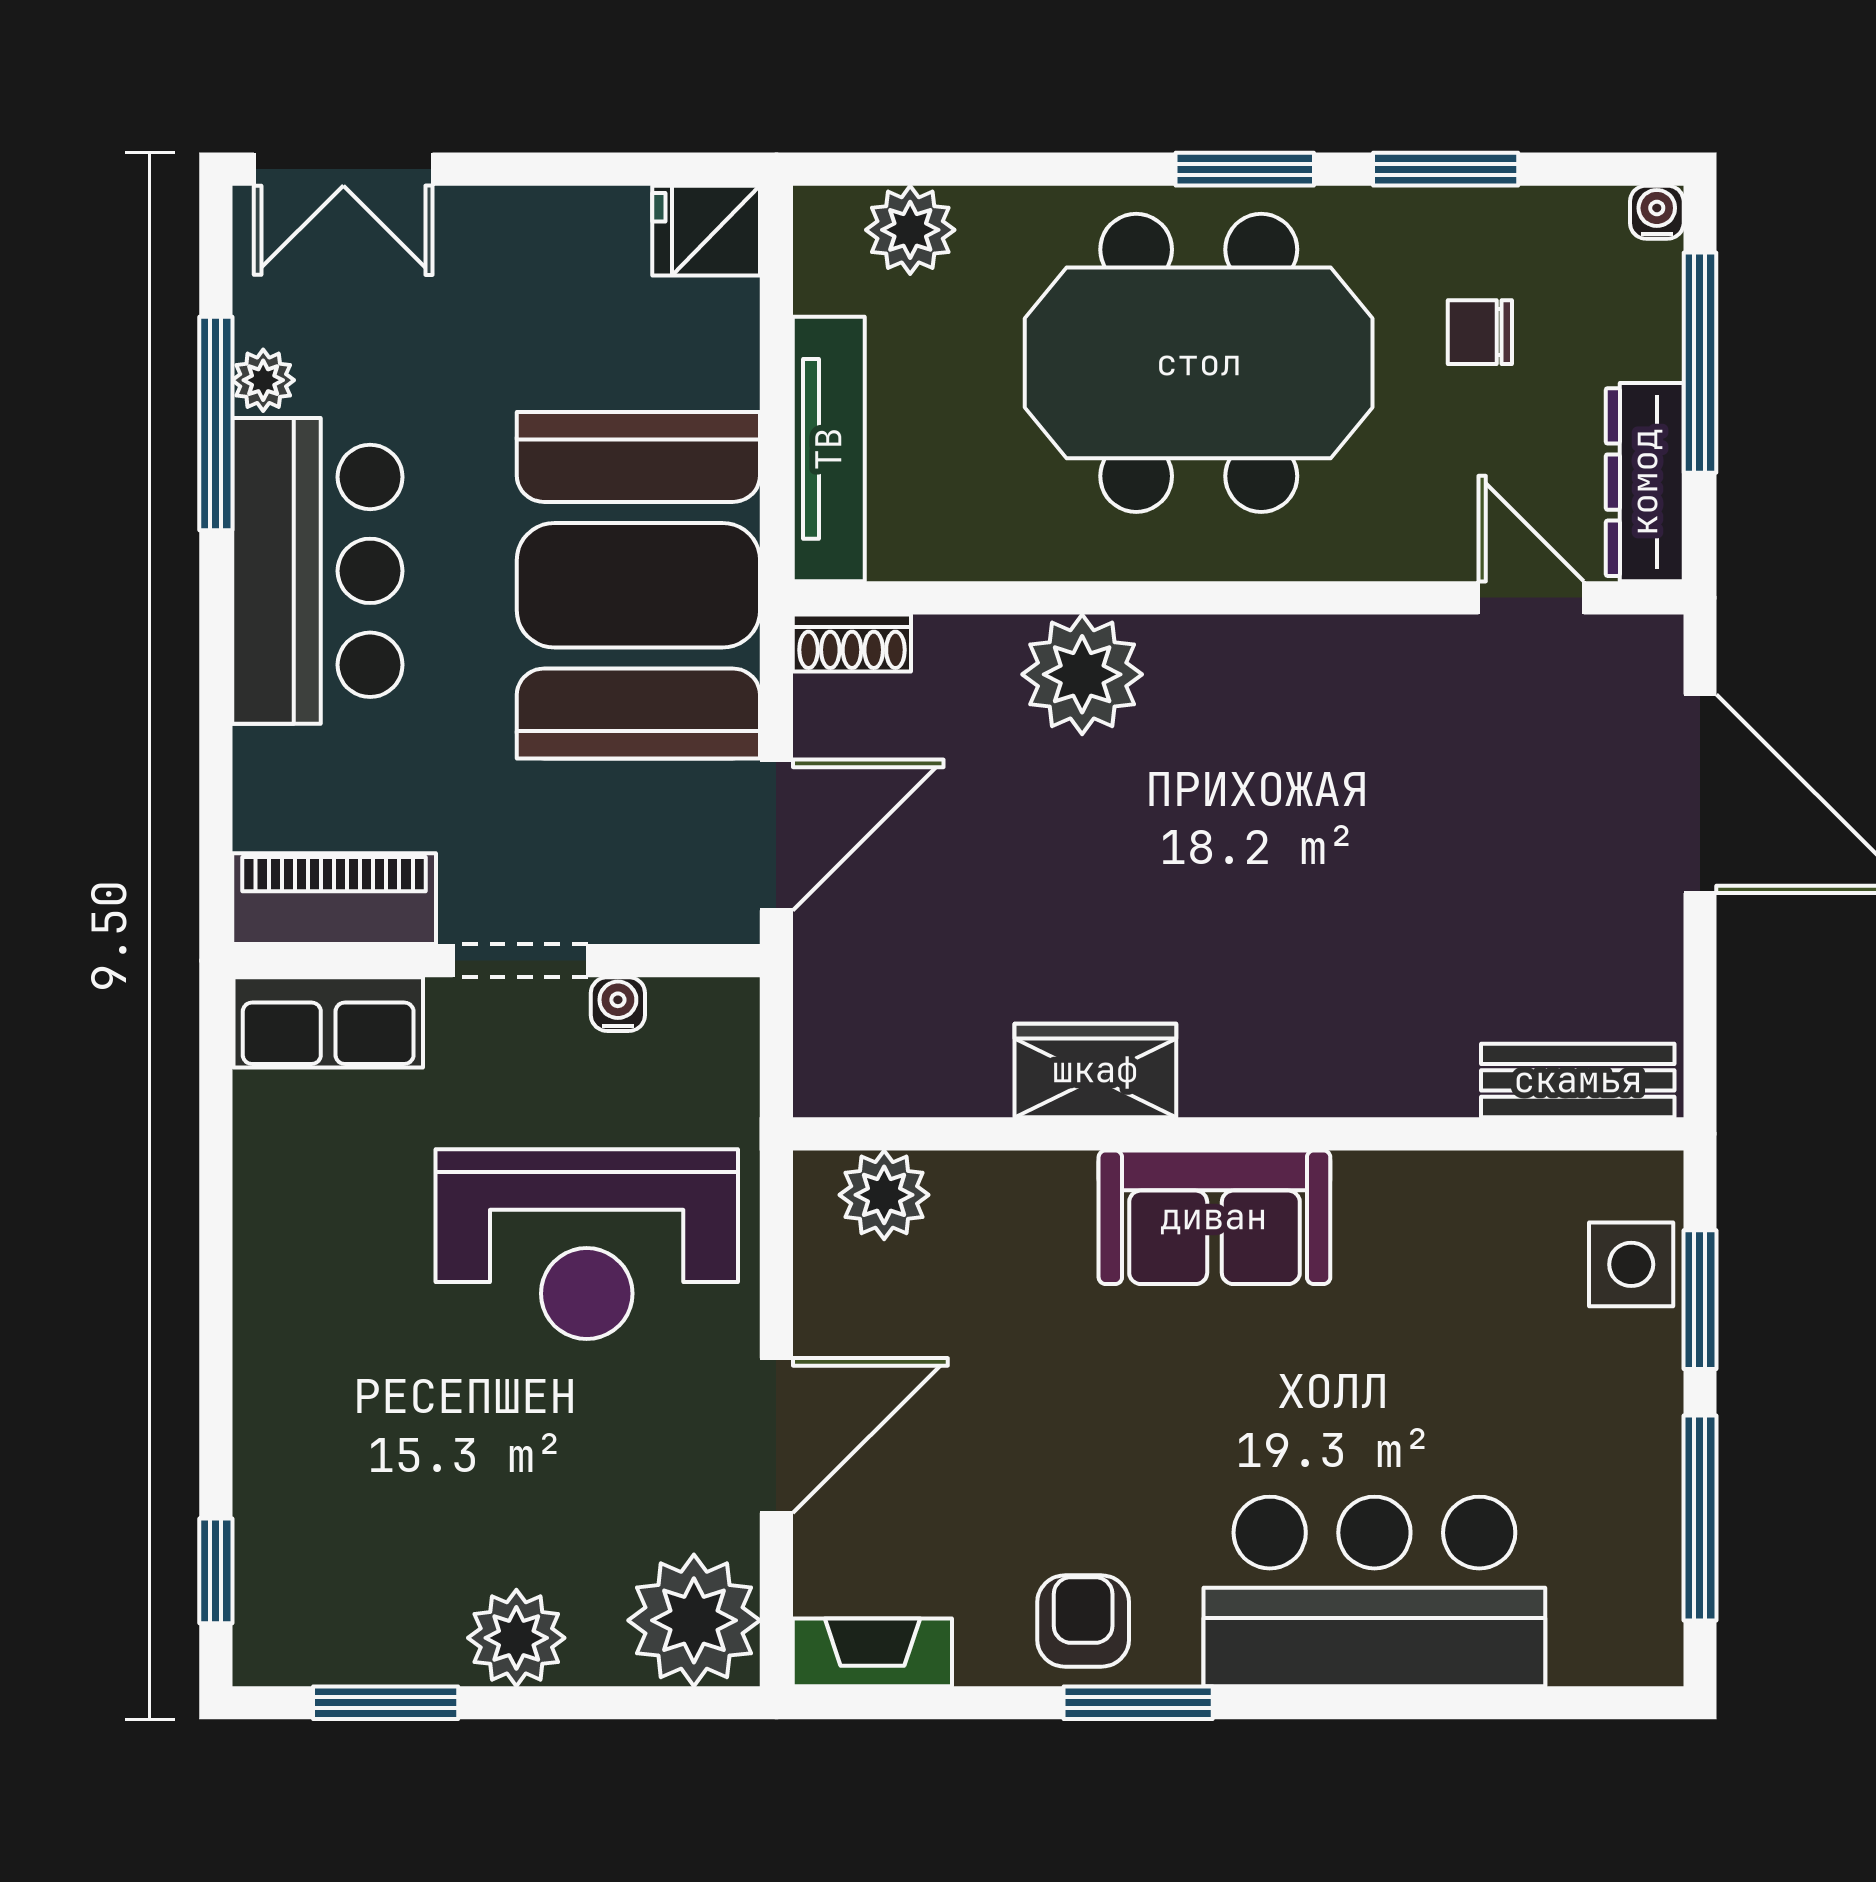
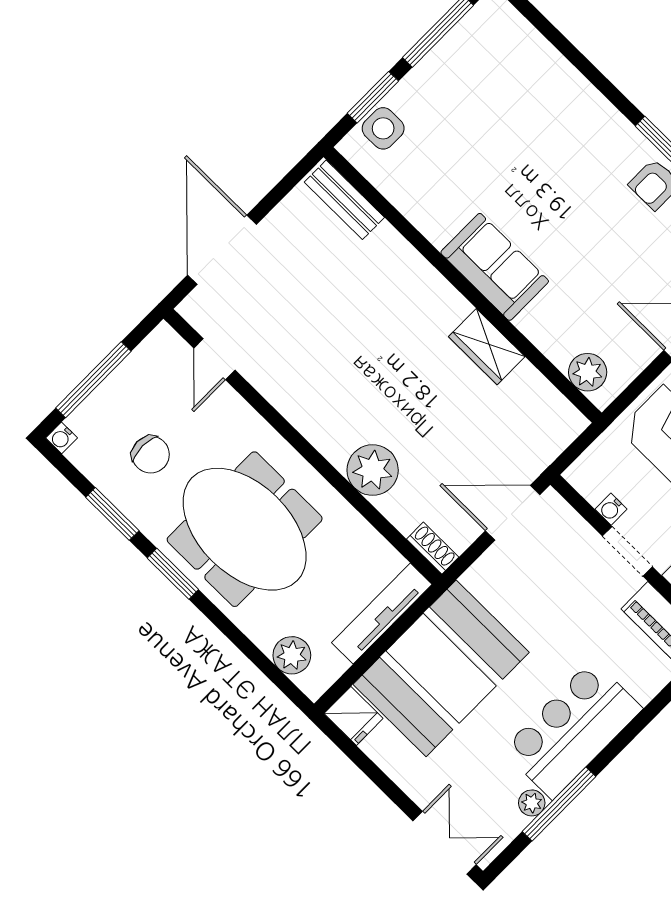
chair: (1480, 332) -> (151, 455), width x1.37, depth x1.37
dresser: (1645, 482) -> (146, 360), removed
booth: (638, 585) -> (441, 668), moved
bar counter: (1374, 1591) -> (558, 106), removed

